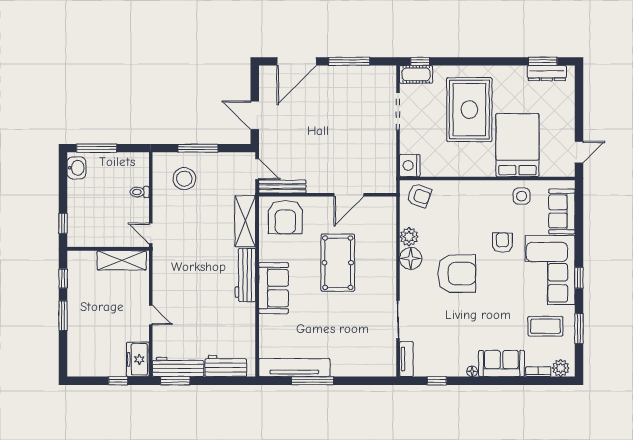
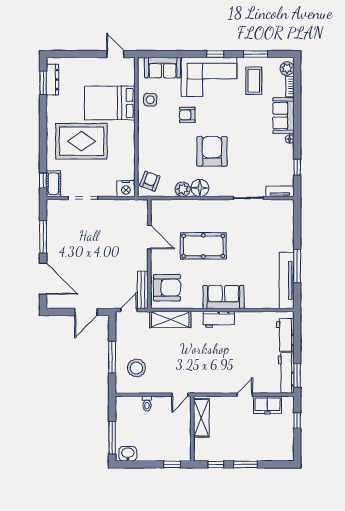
workbench: (245, 275) -> (219, 319), width x0.73
freezer: (138, 359) -> (267, 405), moved

